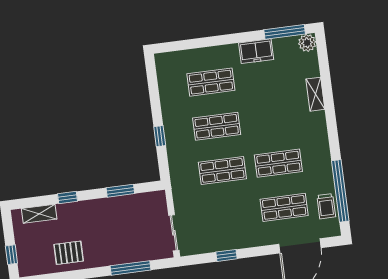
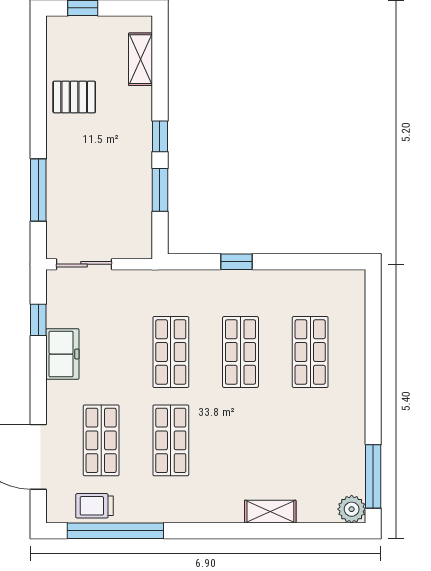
freezer: (256, 51) -> (62, 354), moved, turned 180
window: (67, 198) -> (160, 136), moved
pallet: (69, 253) -> (74, 97), turned 90
window: (227, 255) -> (38, 320), moved

